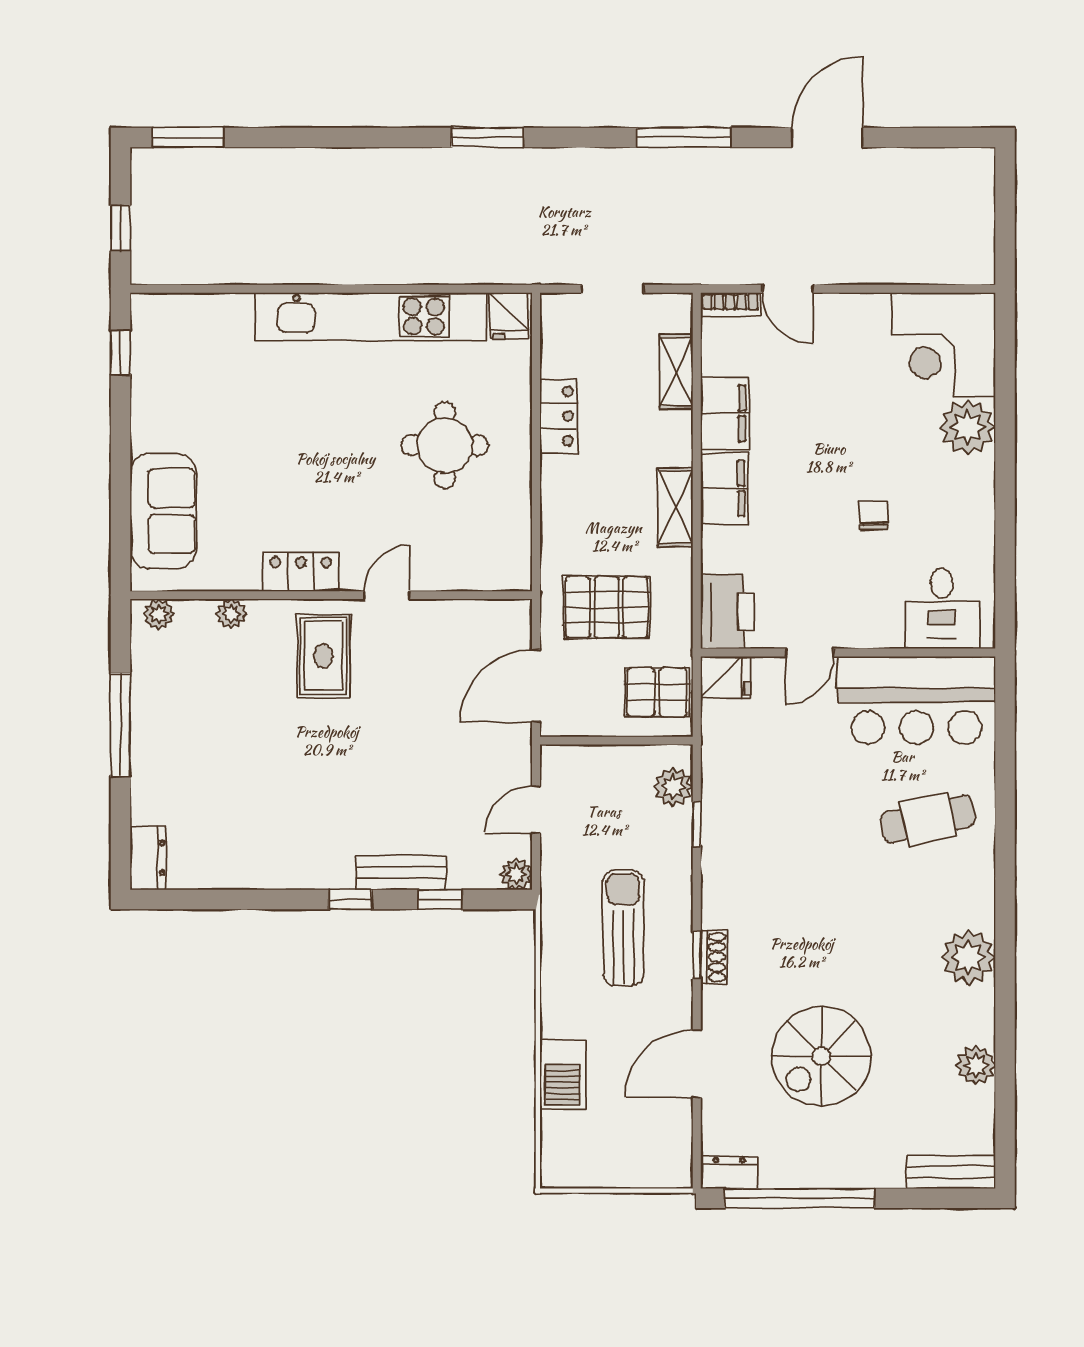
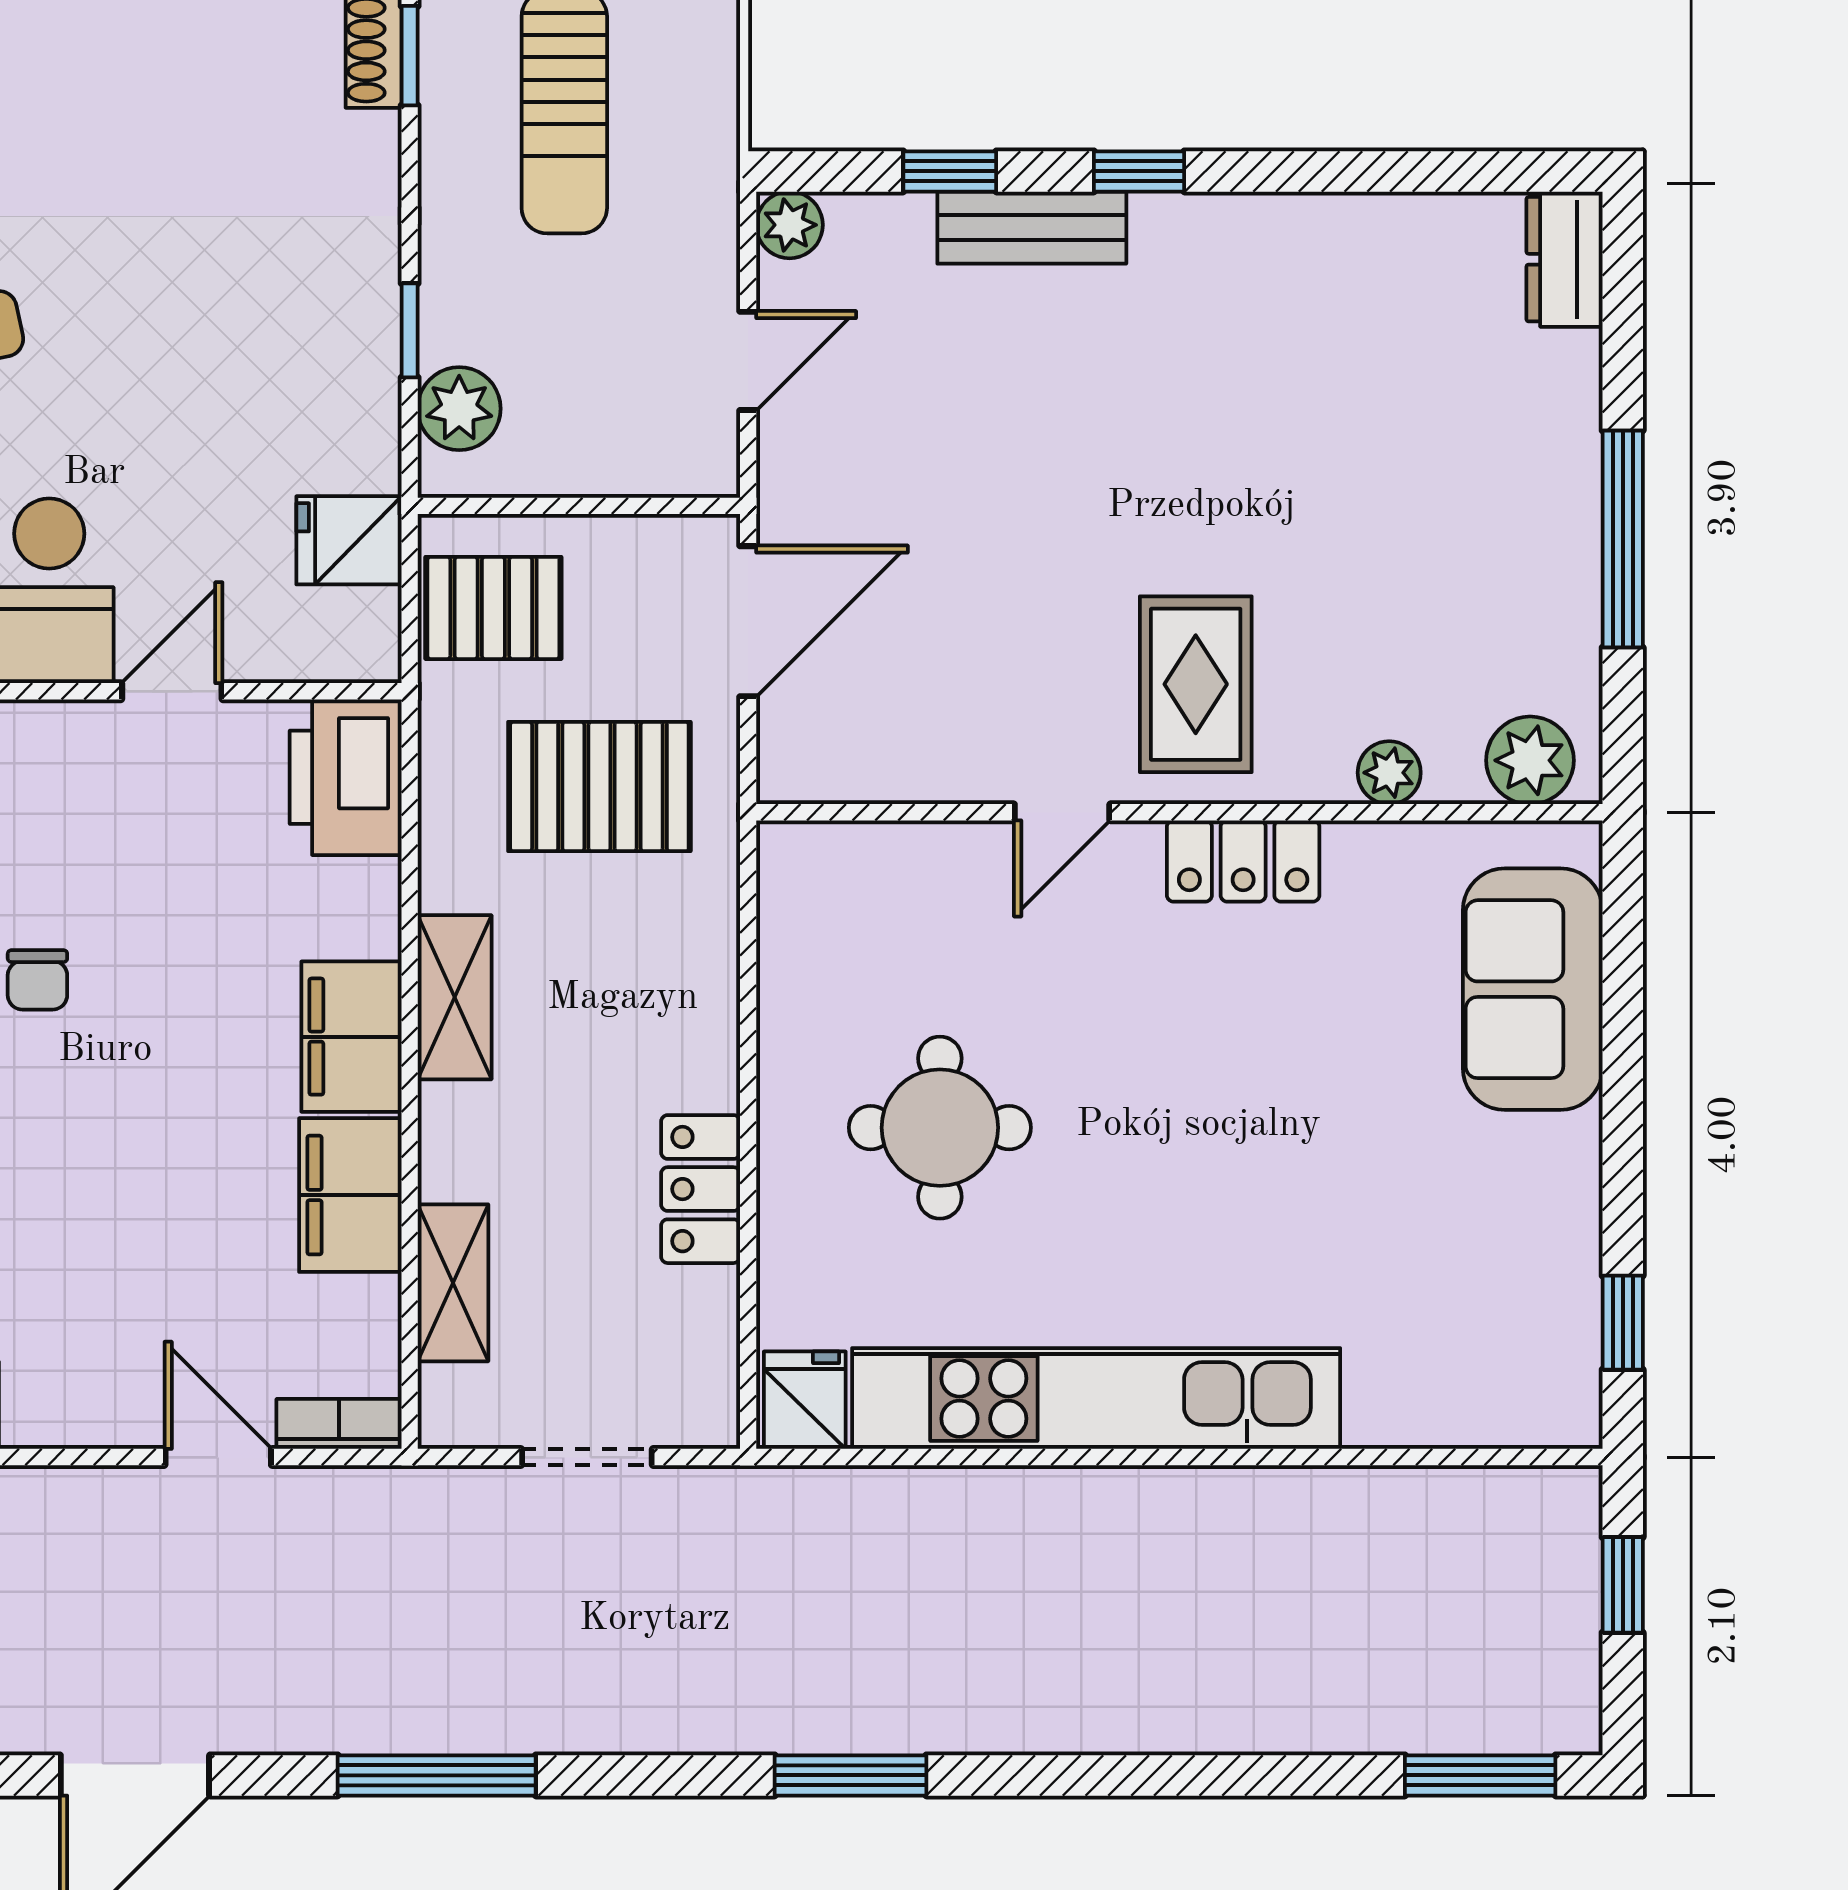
plant: (159, 614) -> (1530, 760), width x1.38, depth x1.38
fridge: (726, 677) -> (349, 540), moved

